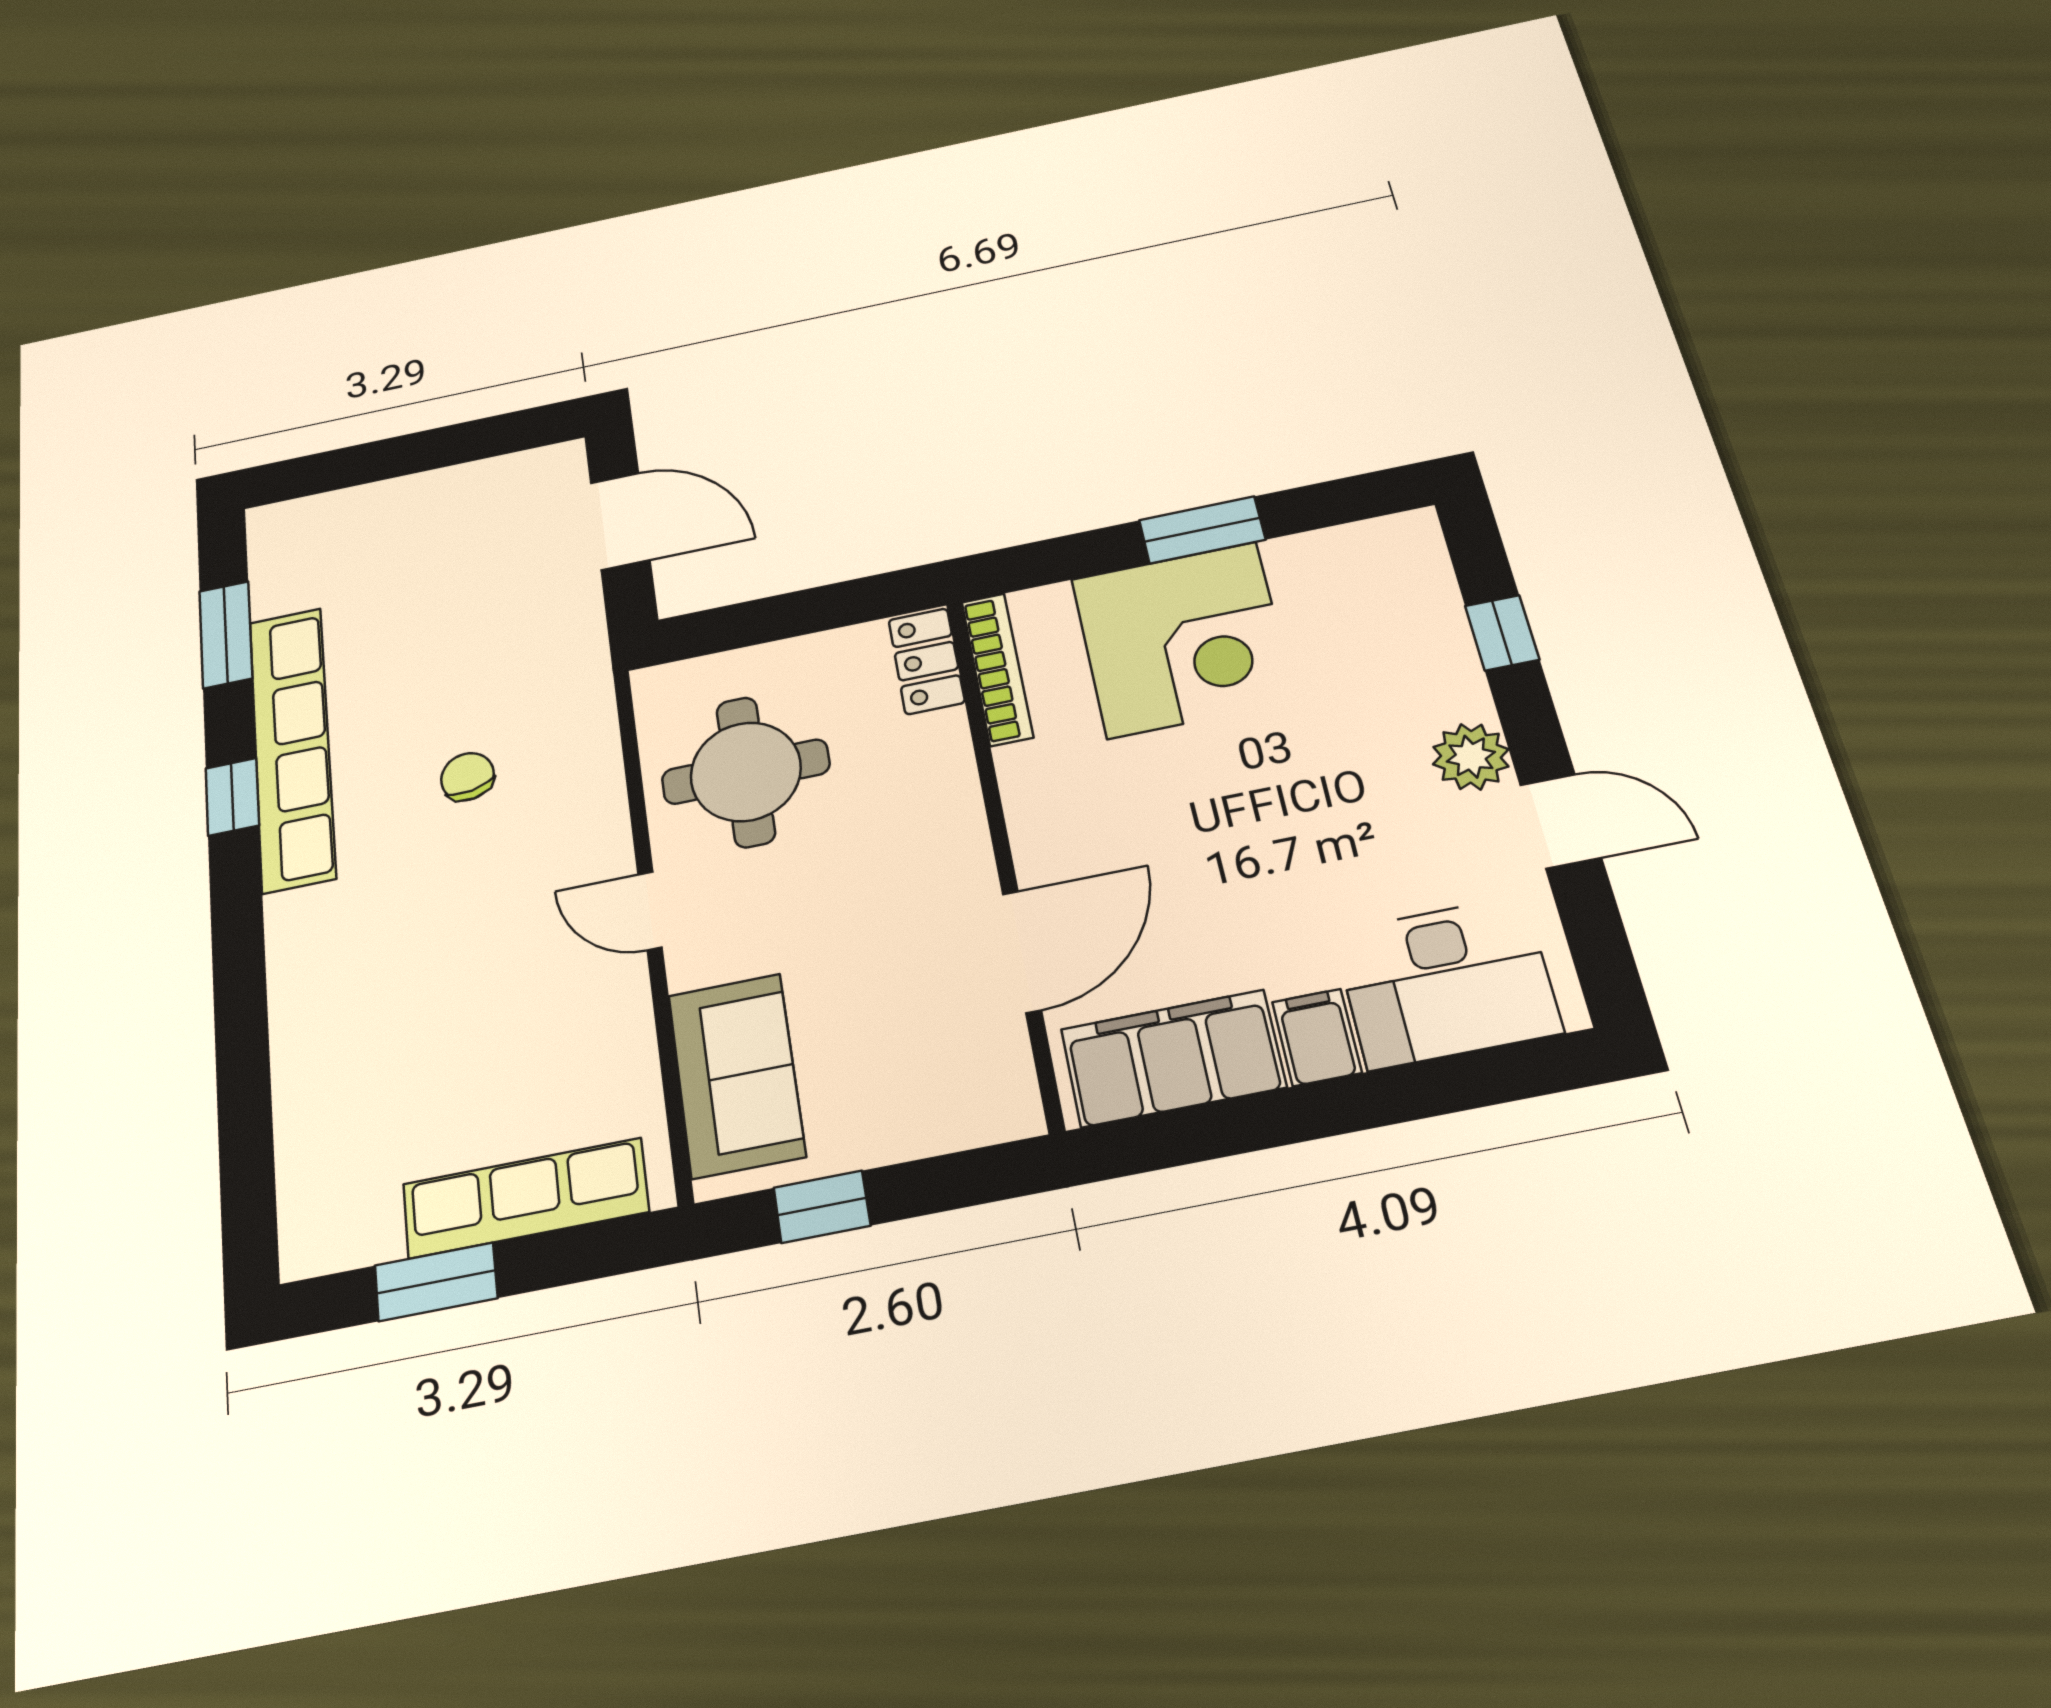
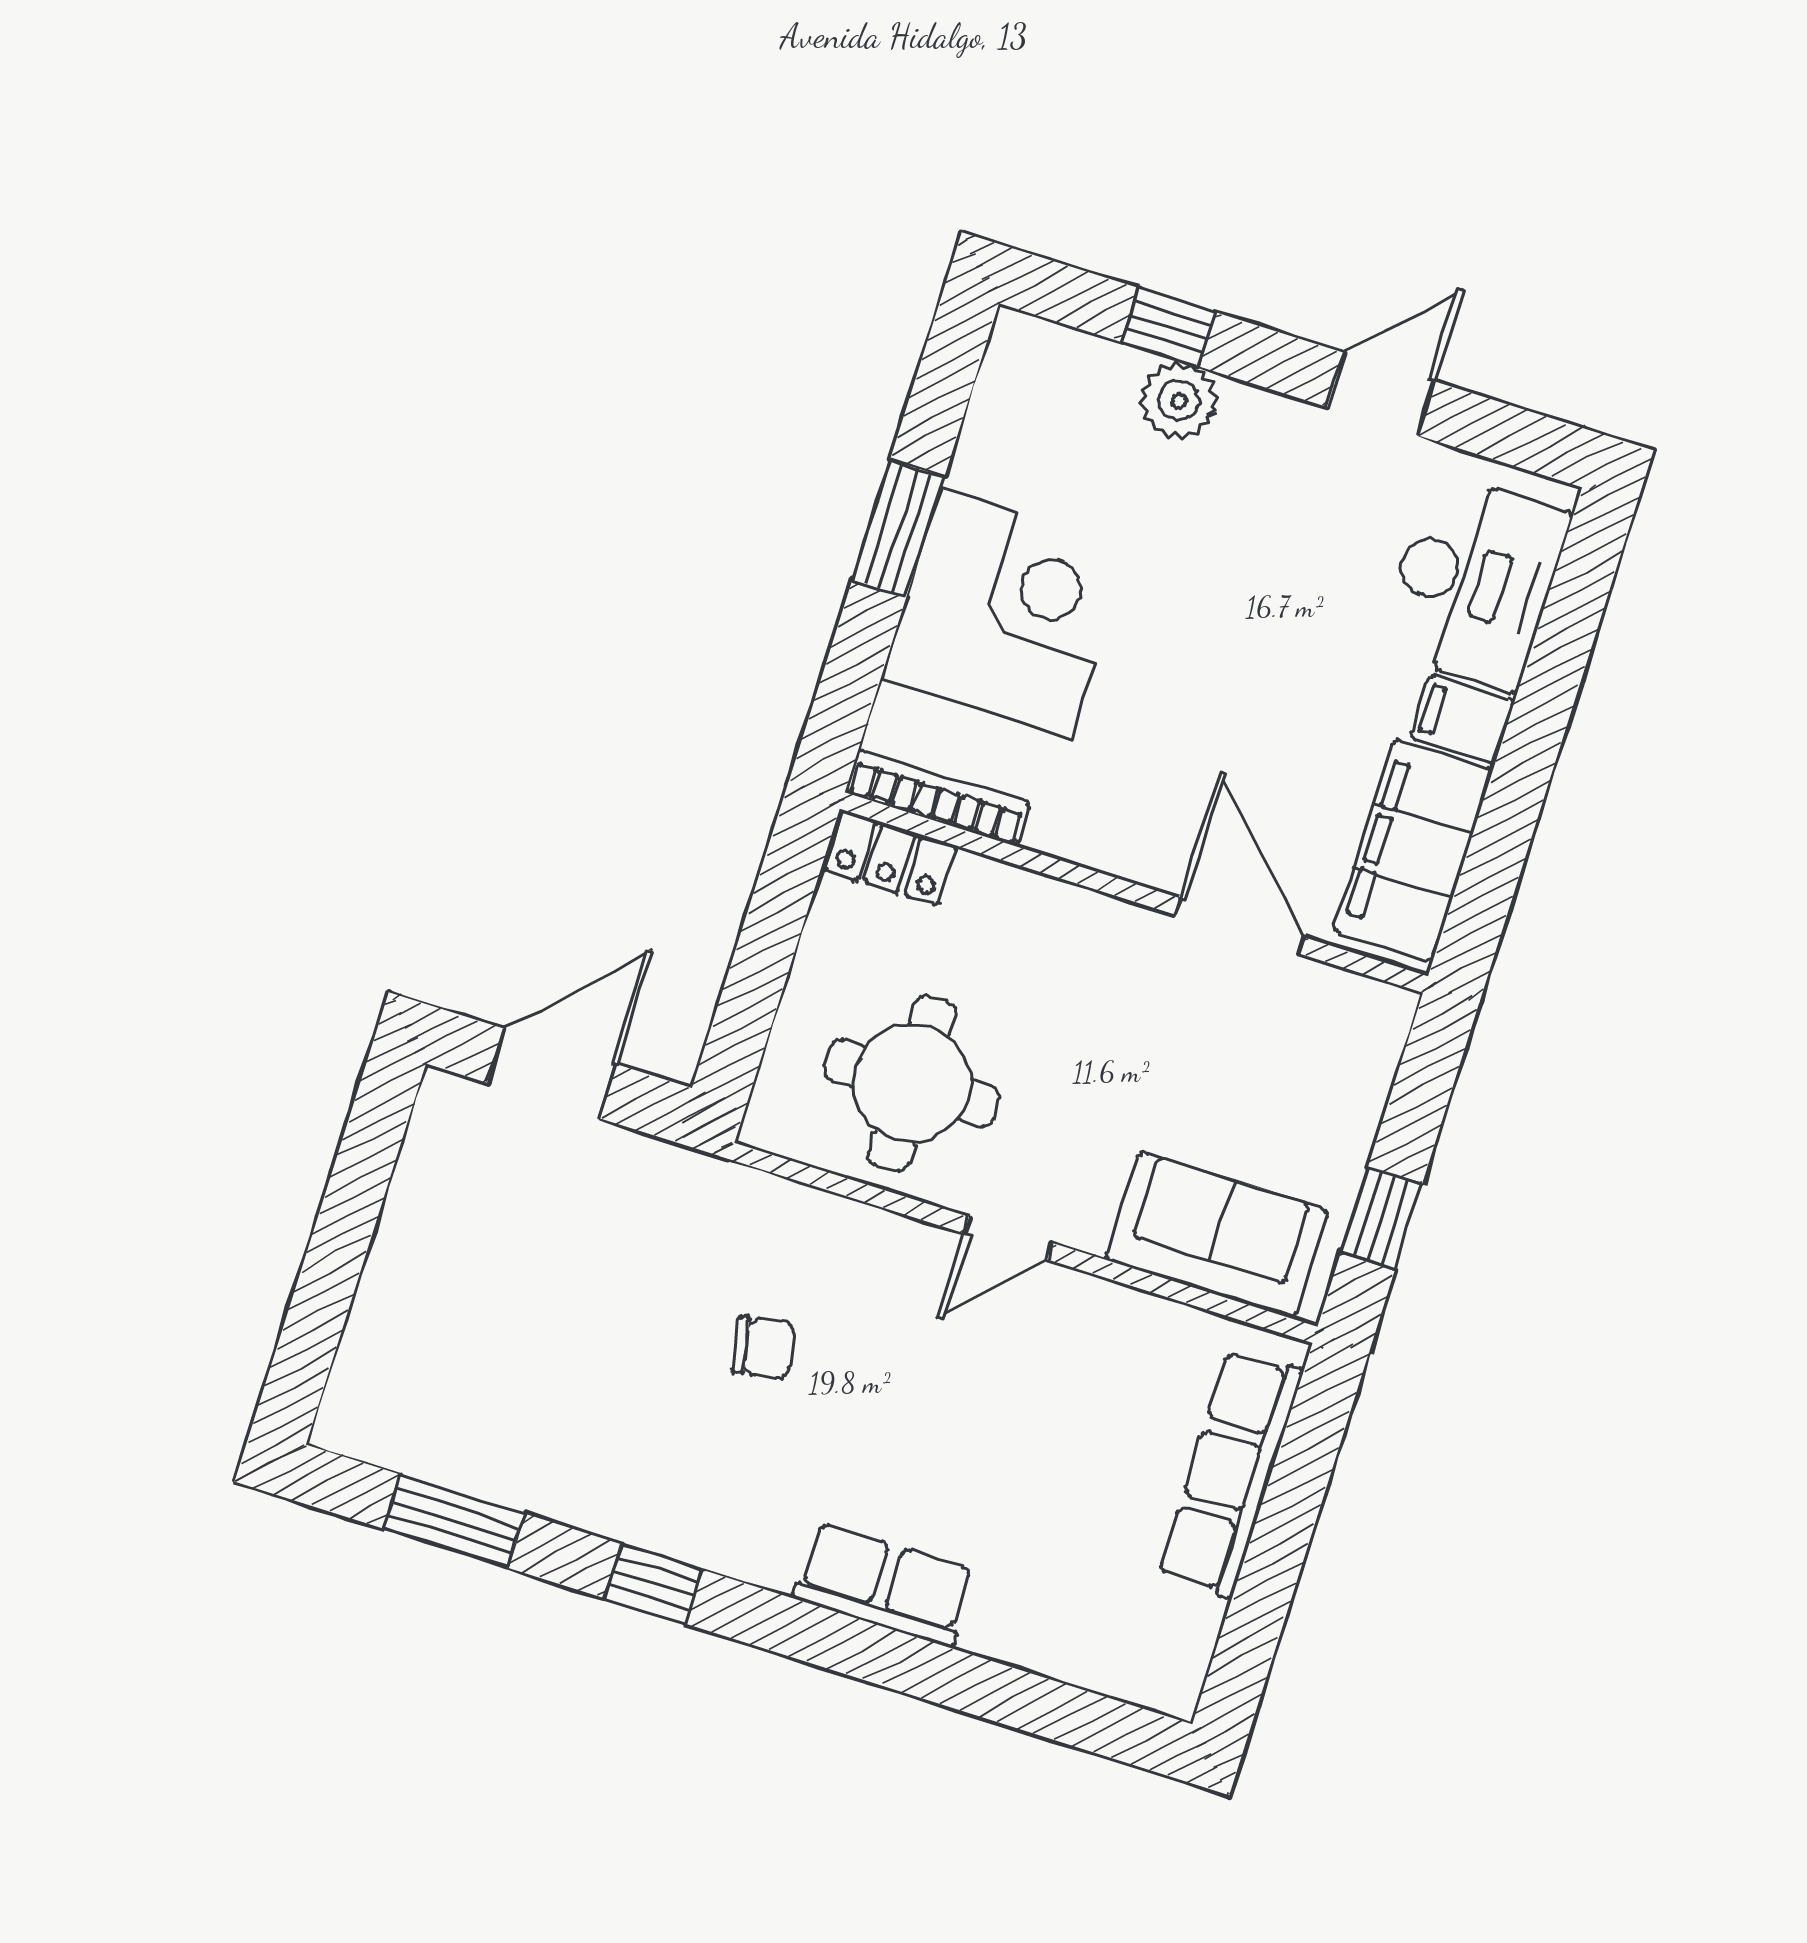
row of seats: (292, 748) -> (884, 1585), moved, width x0.50
plant: (1471, 757) -> (1179, 401), moved
chair: (467, 777) -> (763, 1347), turned 180
window: (436, 1282) -> (1266, 1584), removed

